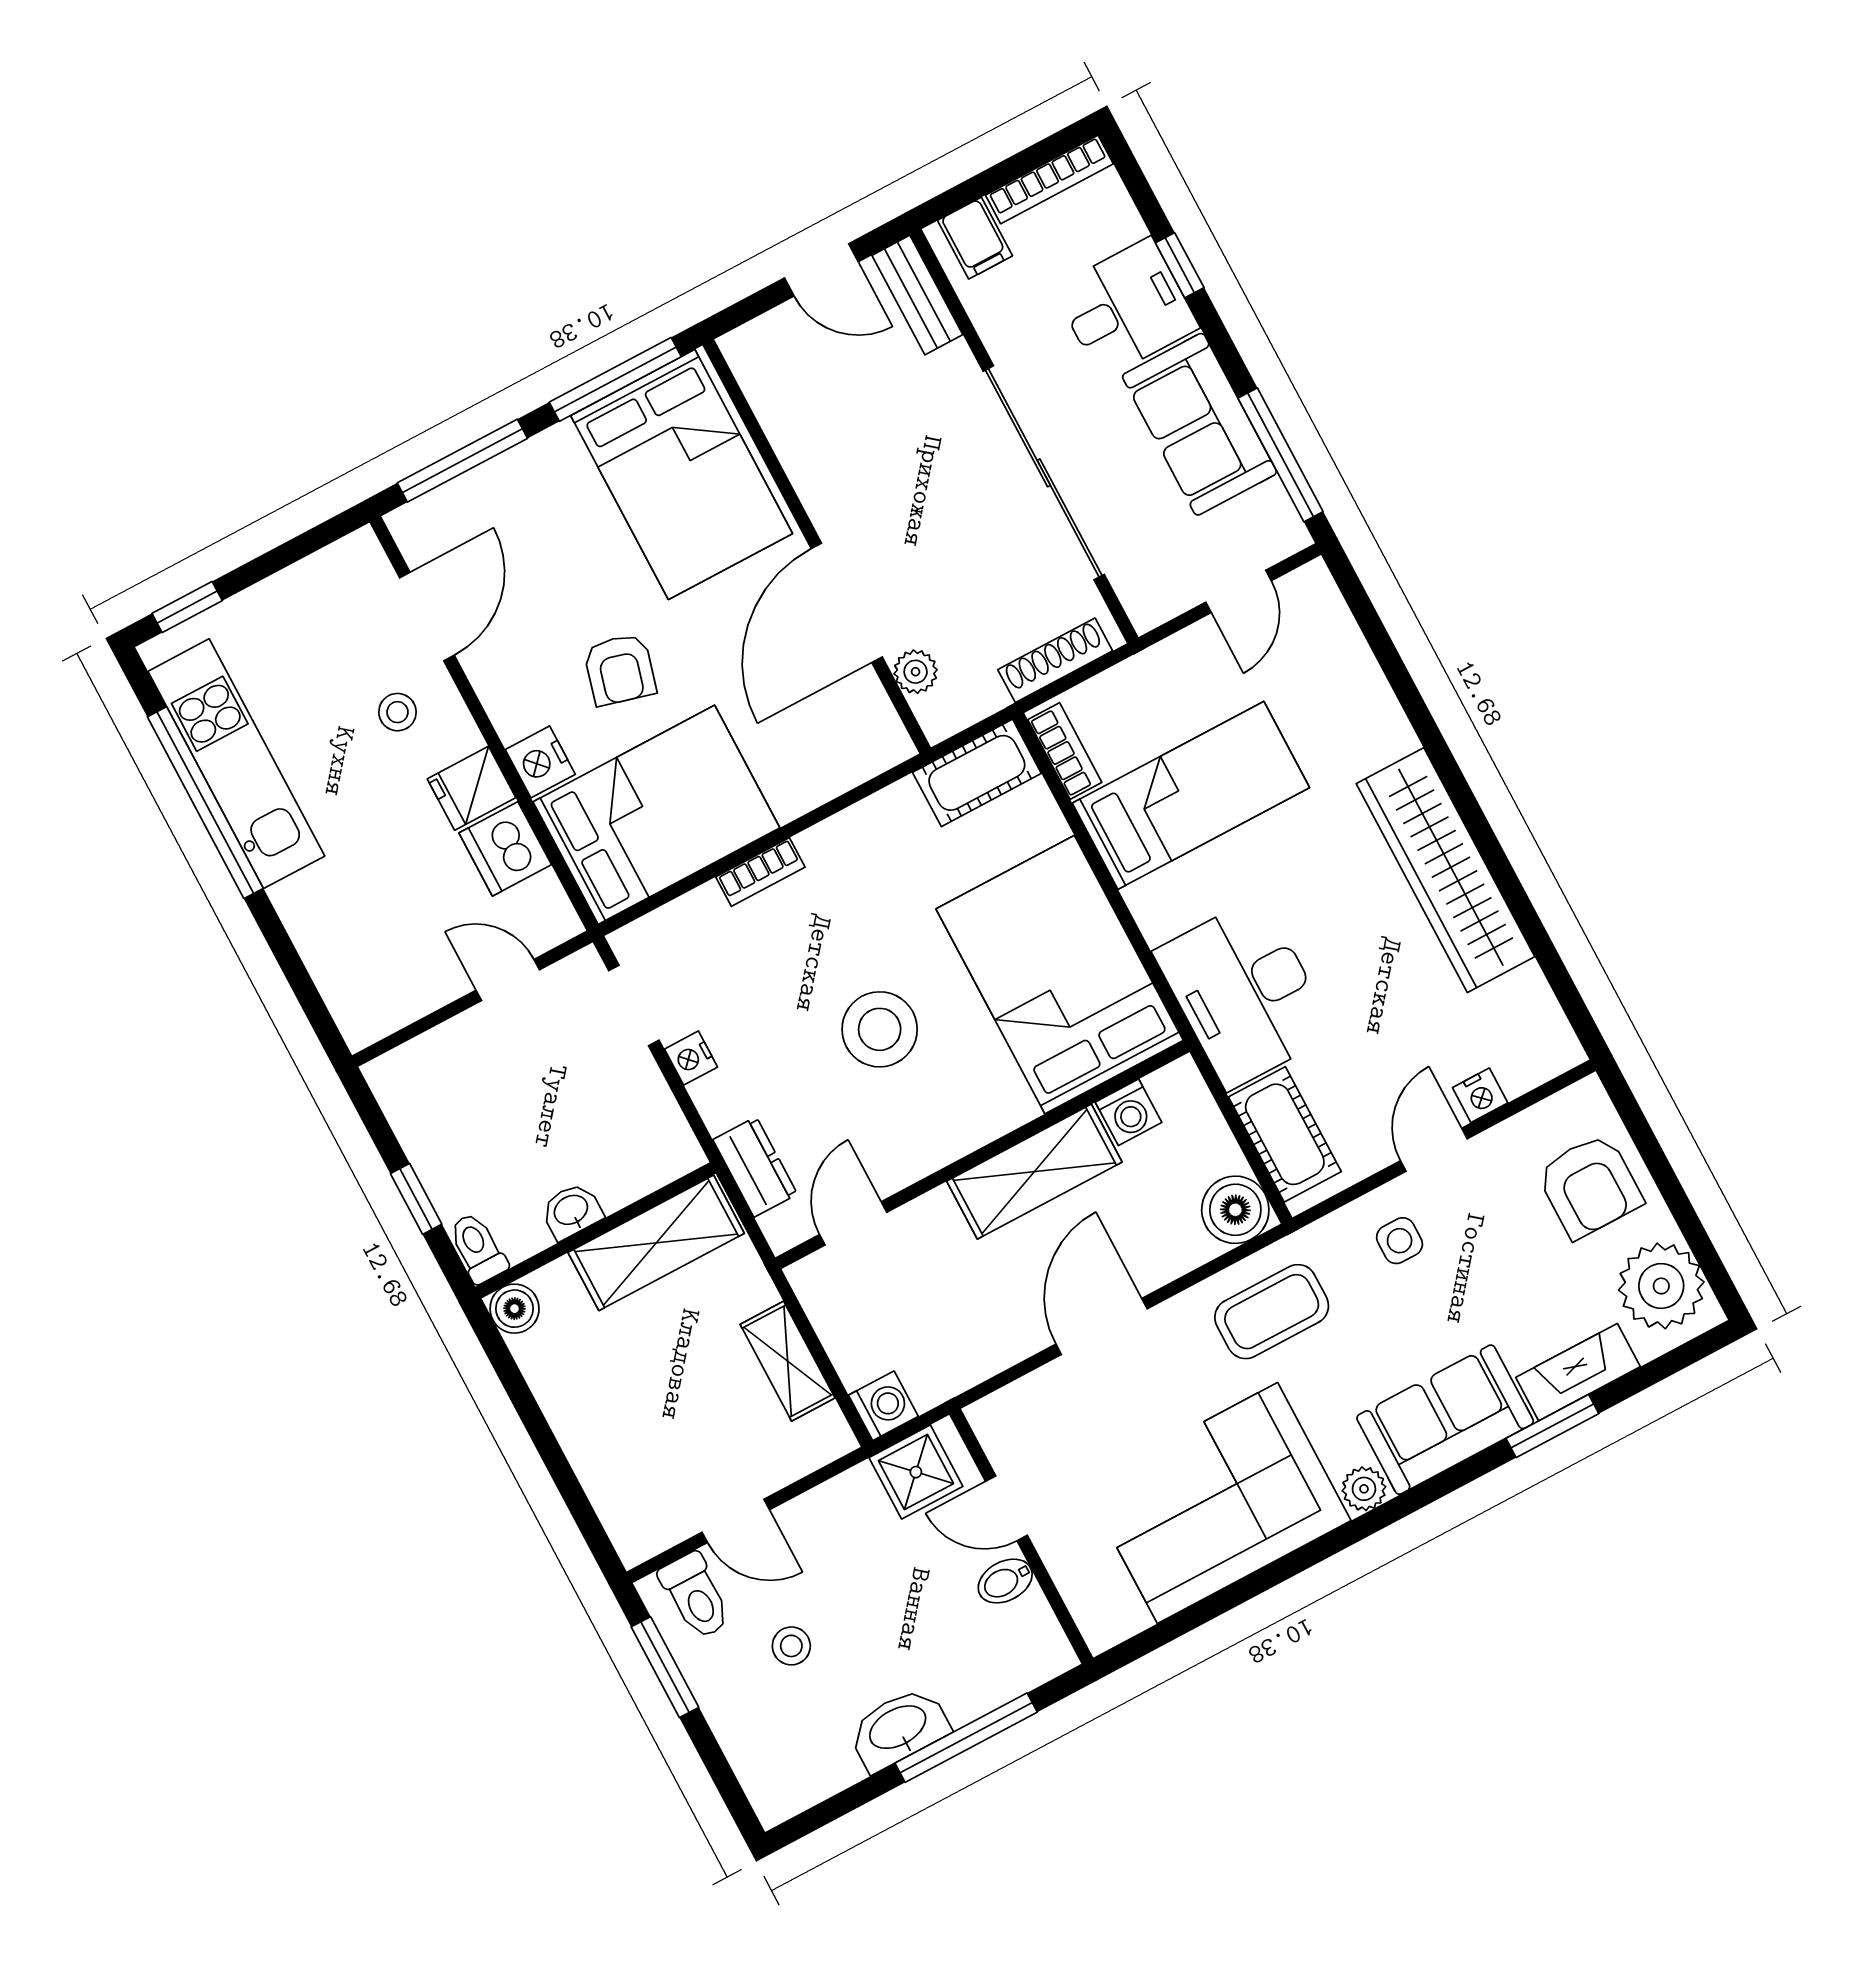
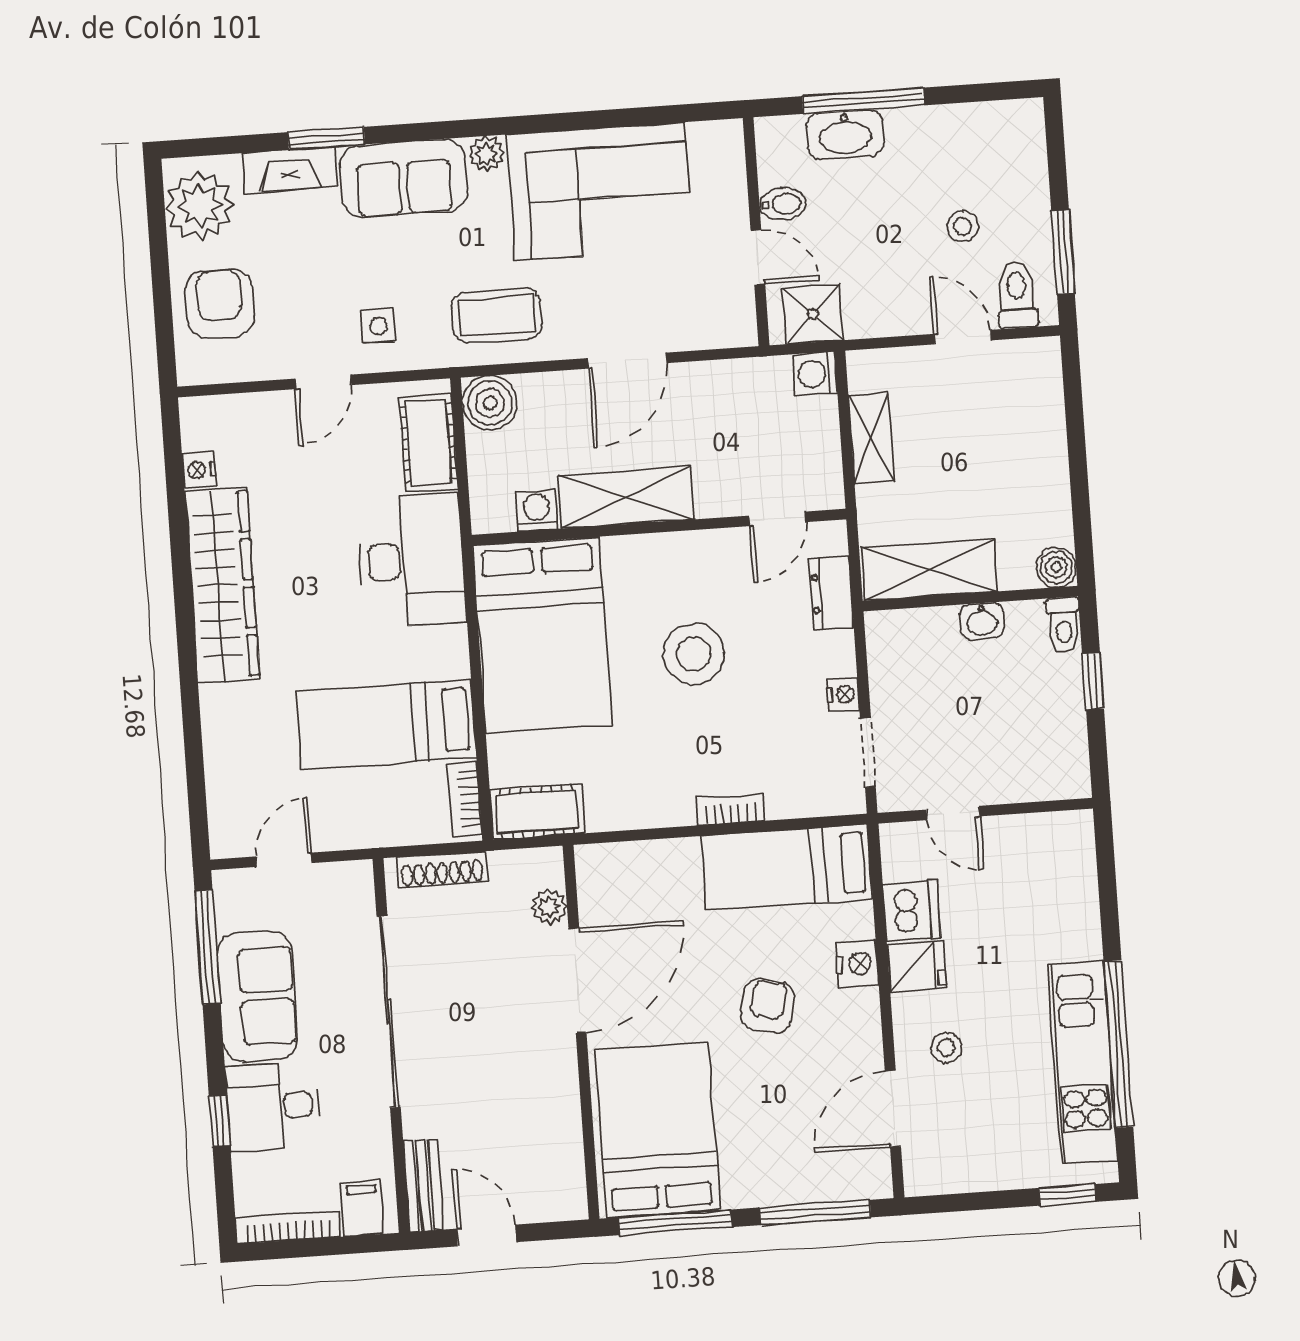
bed: (656, 815) -> (787, 868), width x0.67
nightstand: (1480, 1095) -> (199, 470), moved, turned -90
washbasin: (898, 1729) -> (845, 134), moved

